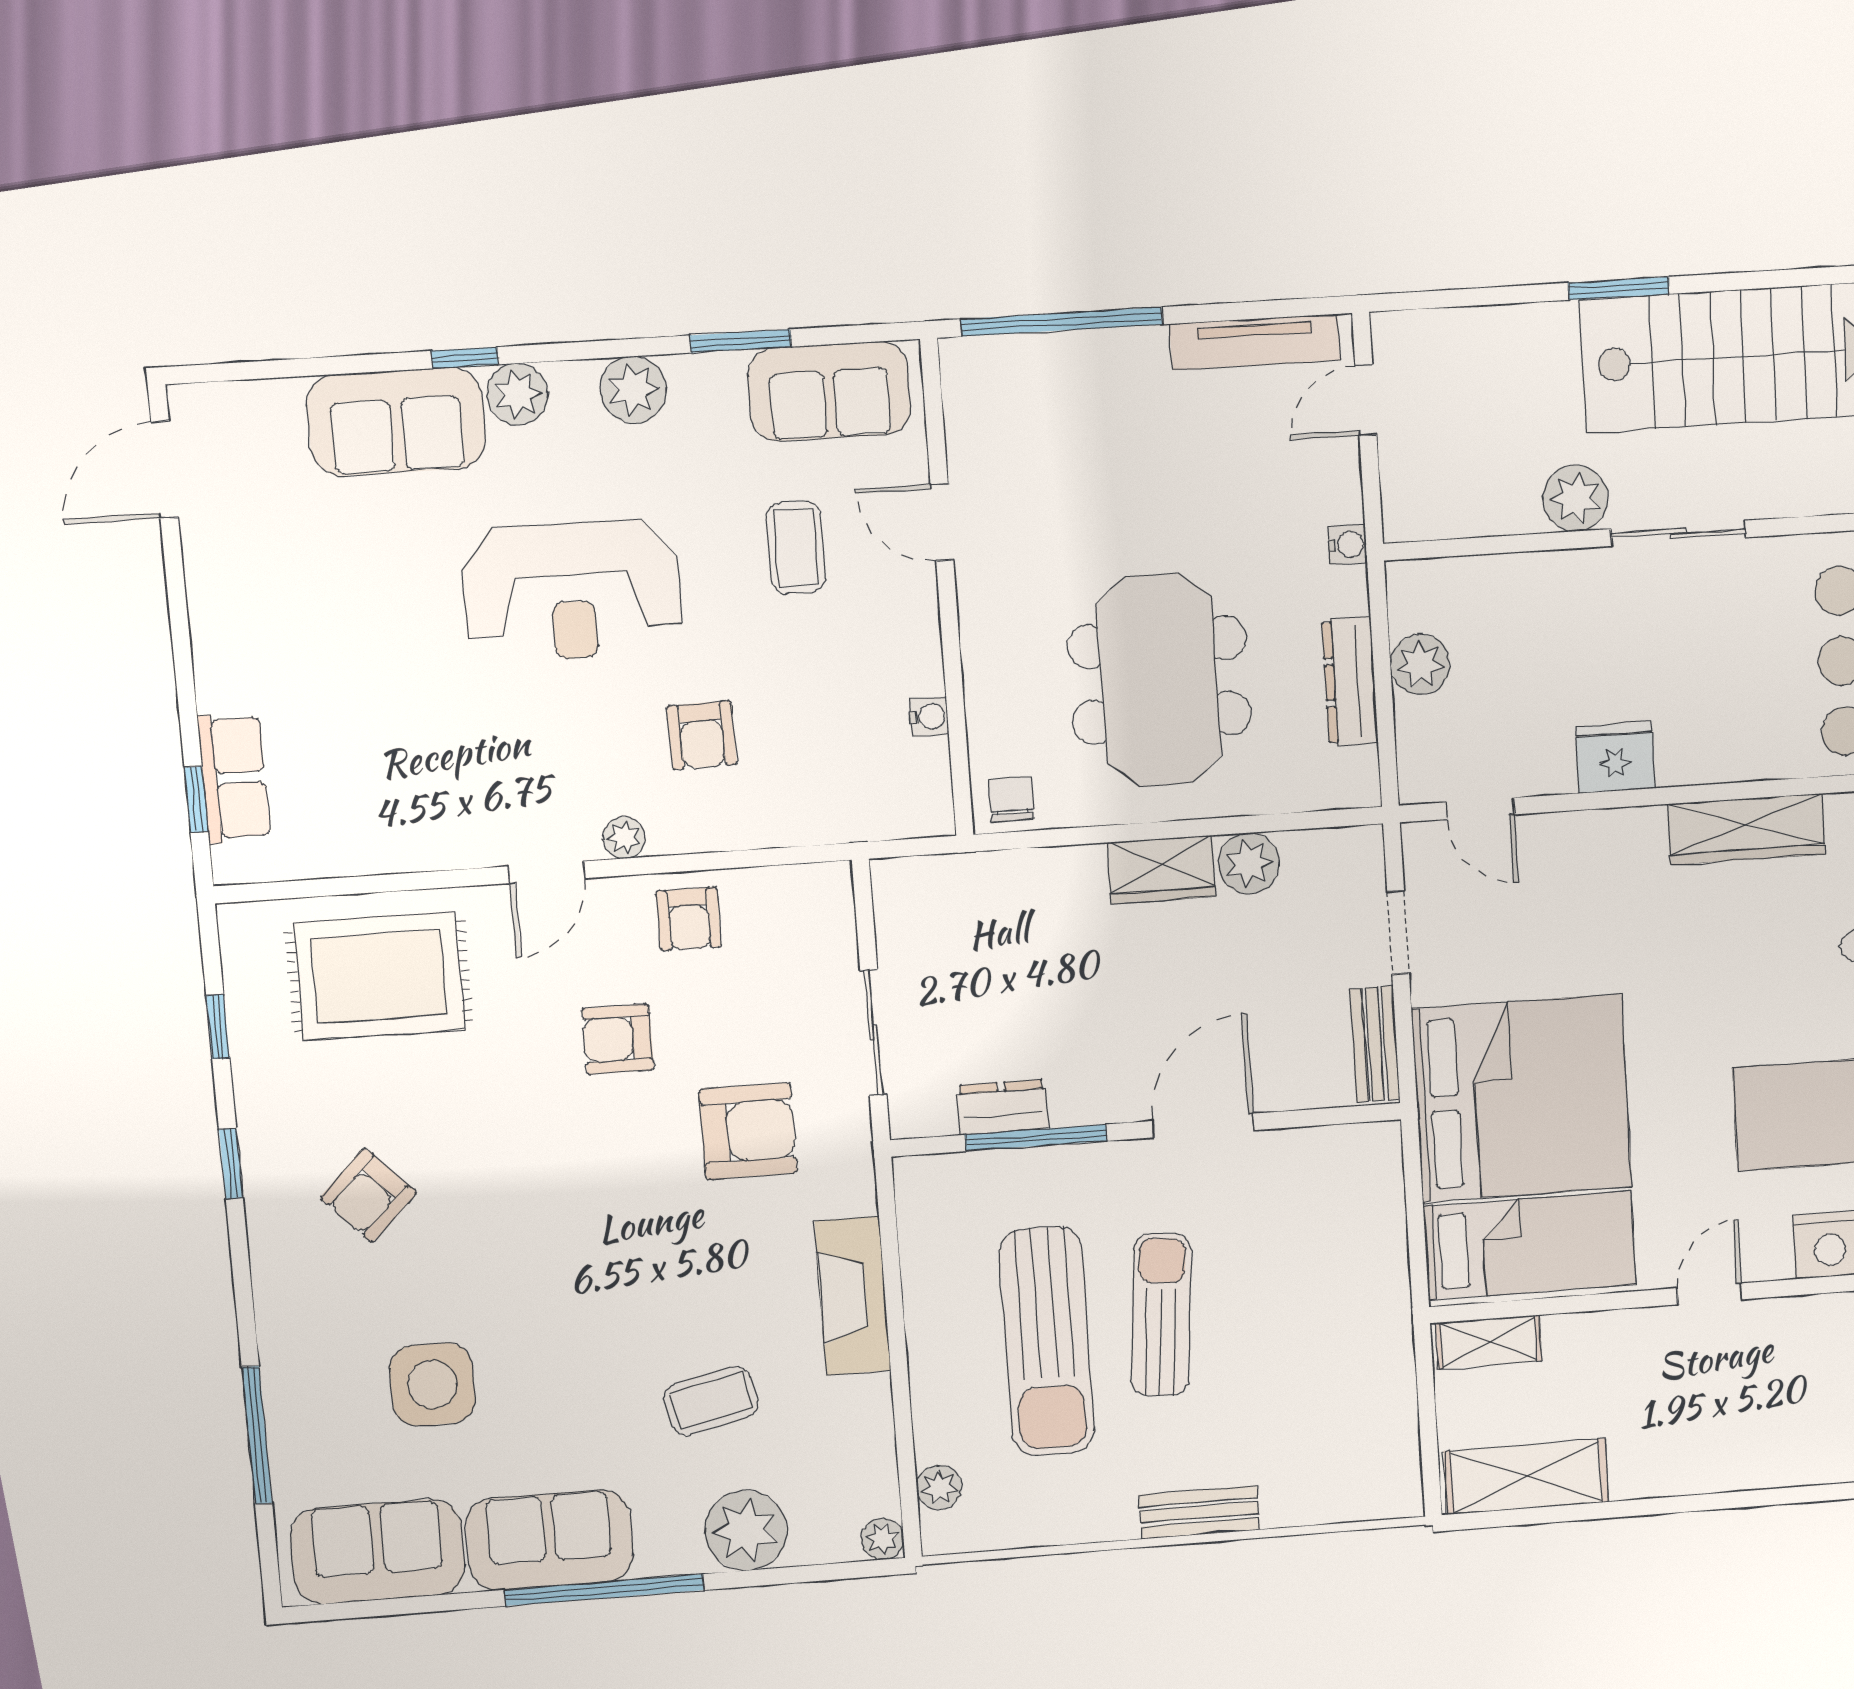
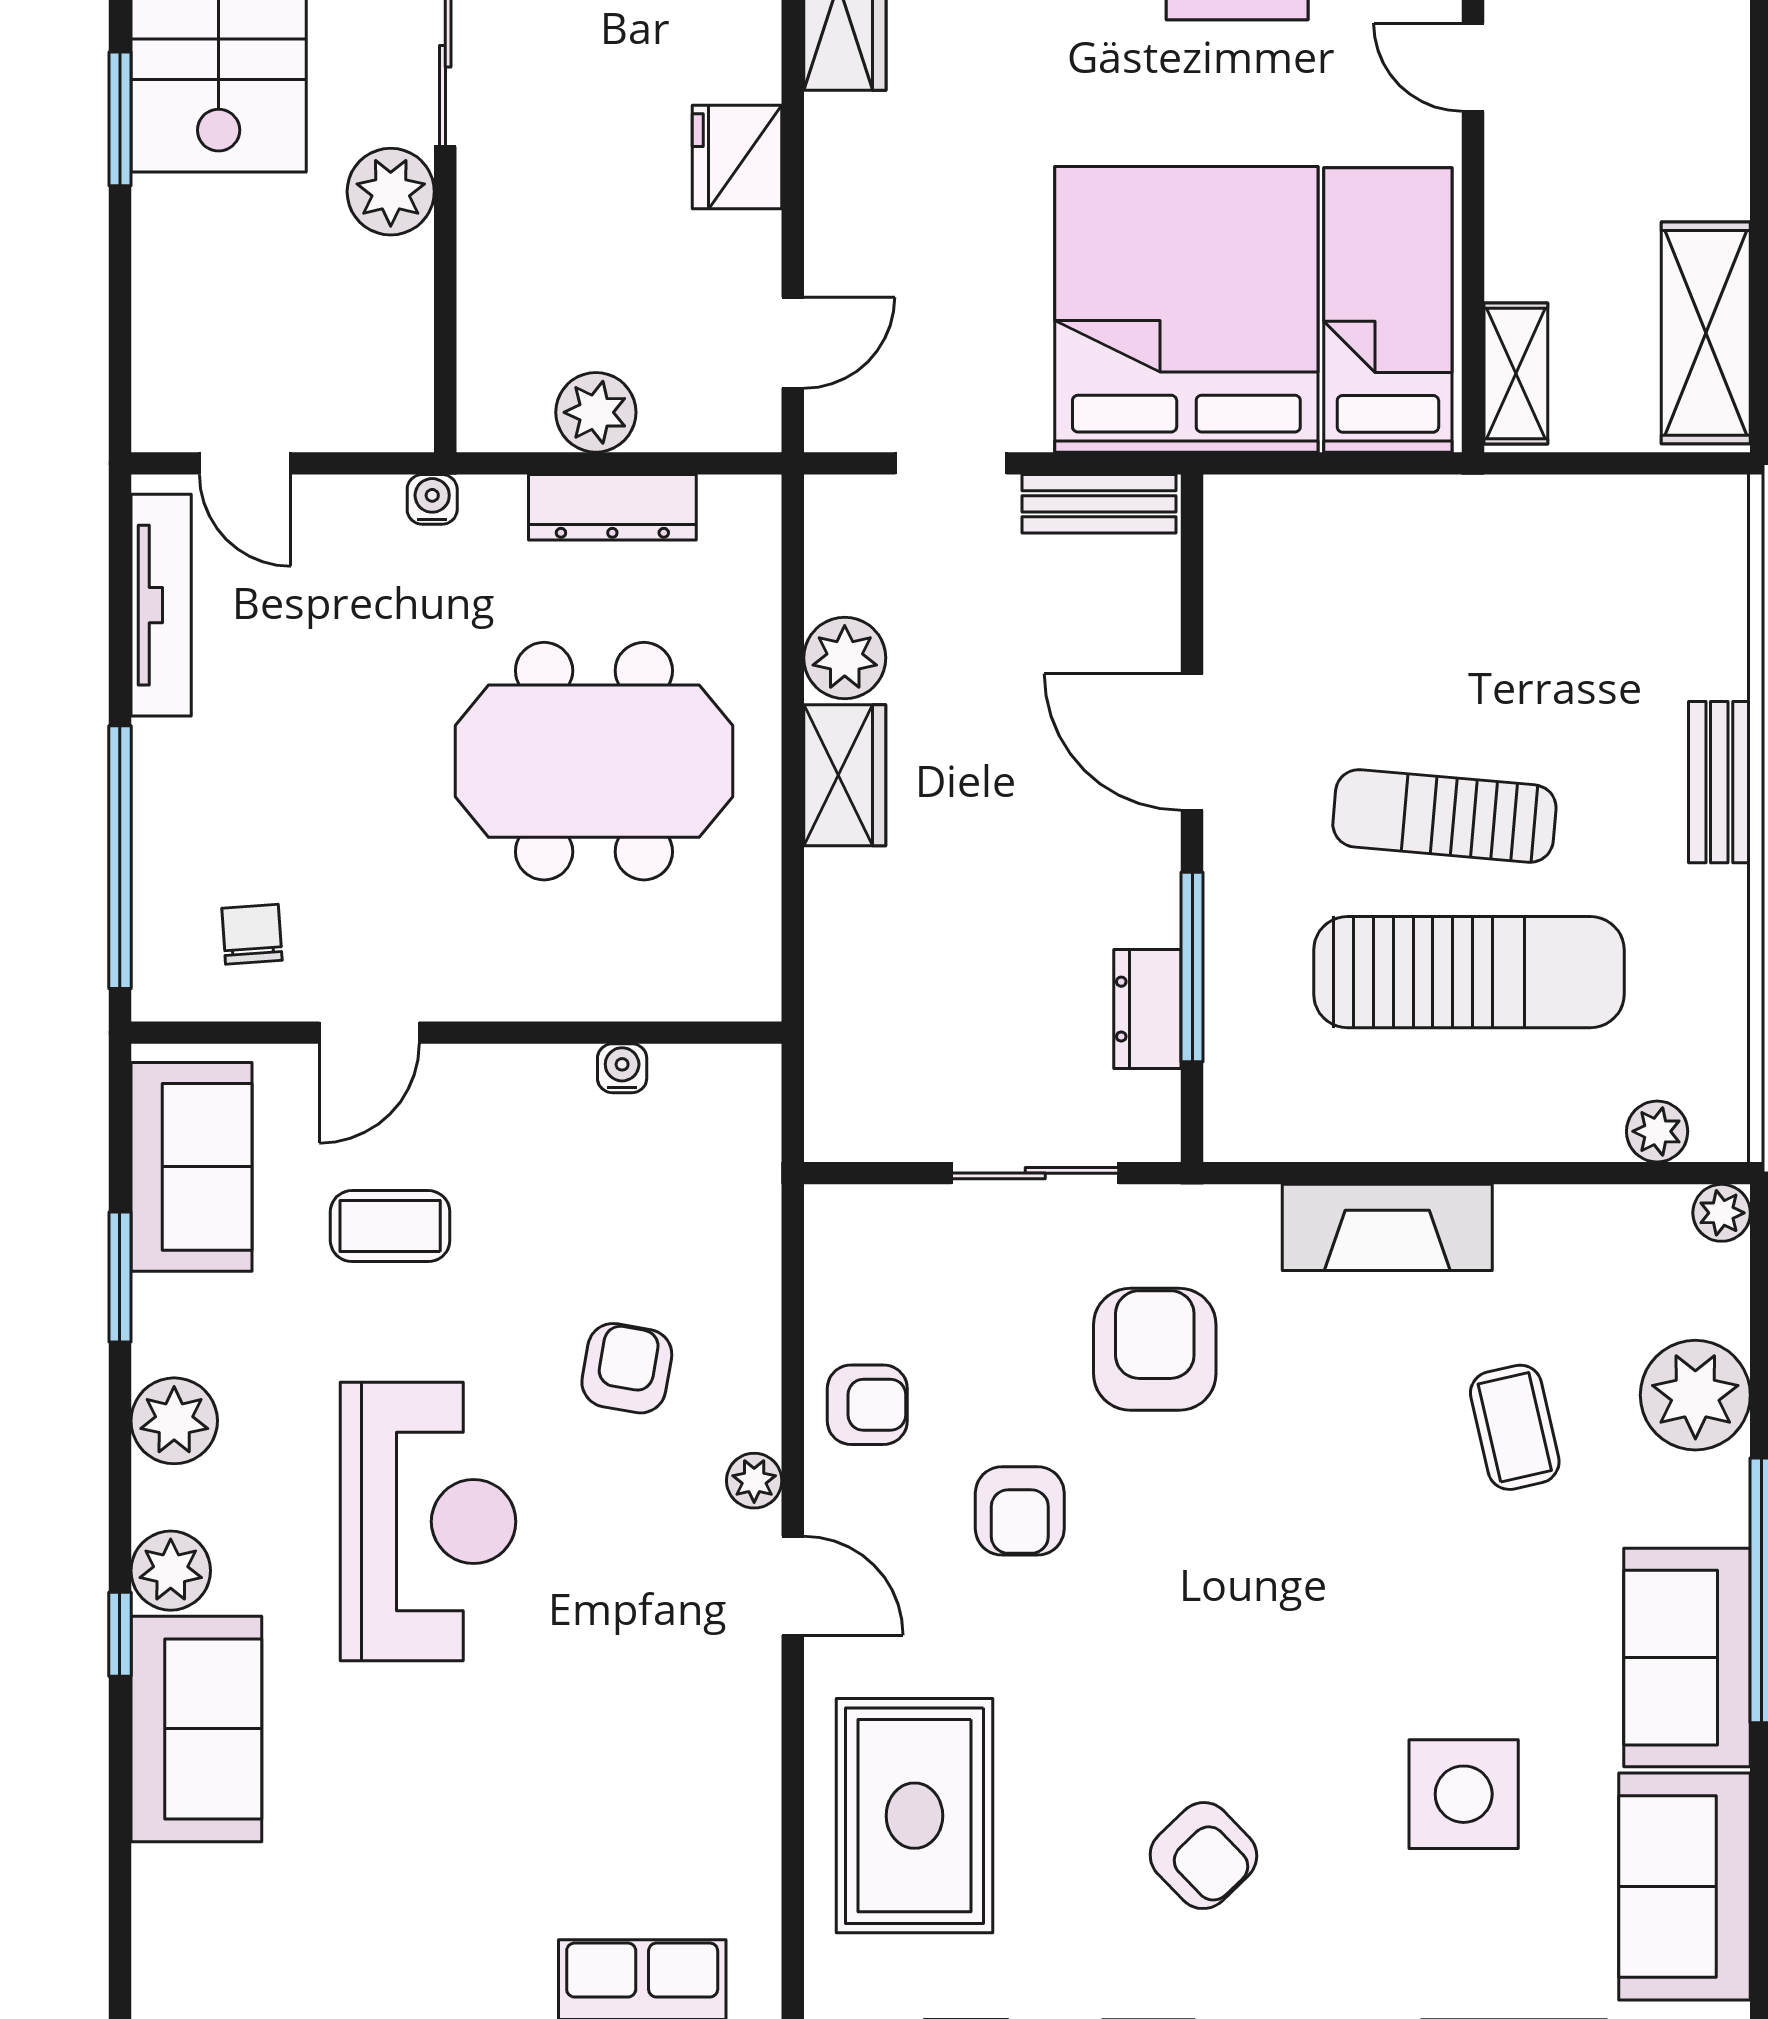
armchair: (702, 735) -> (627, 1368), turned -79
chair: (1011, 799) -> (252, 934), moved, turned 86

